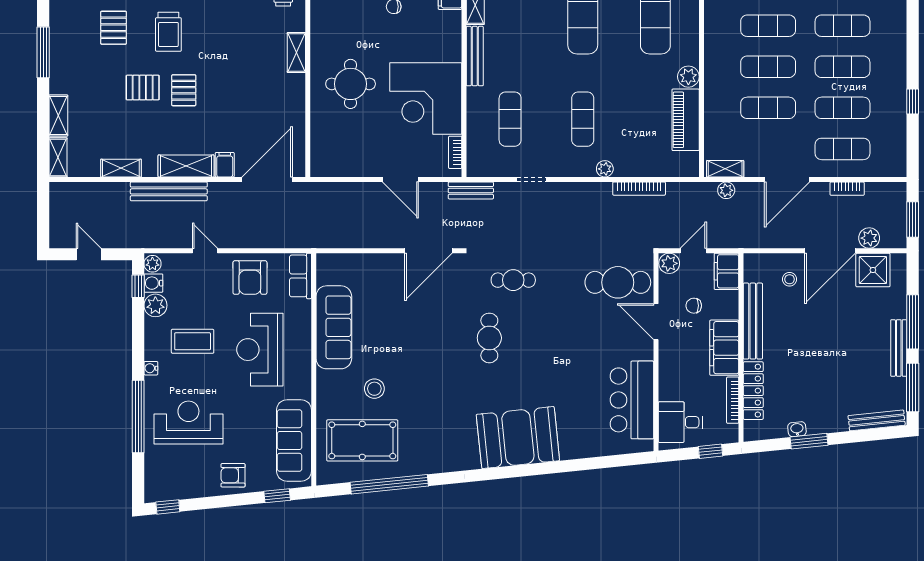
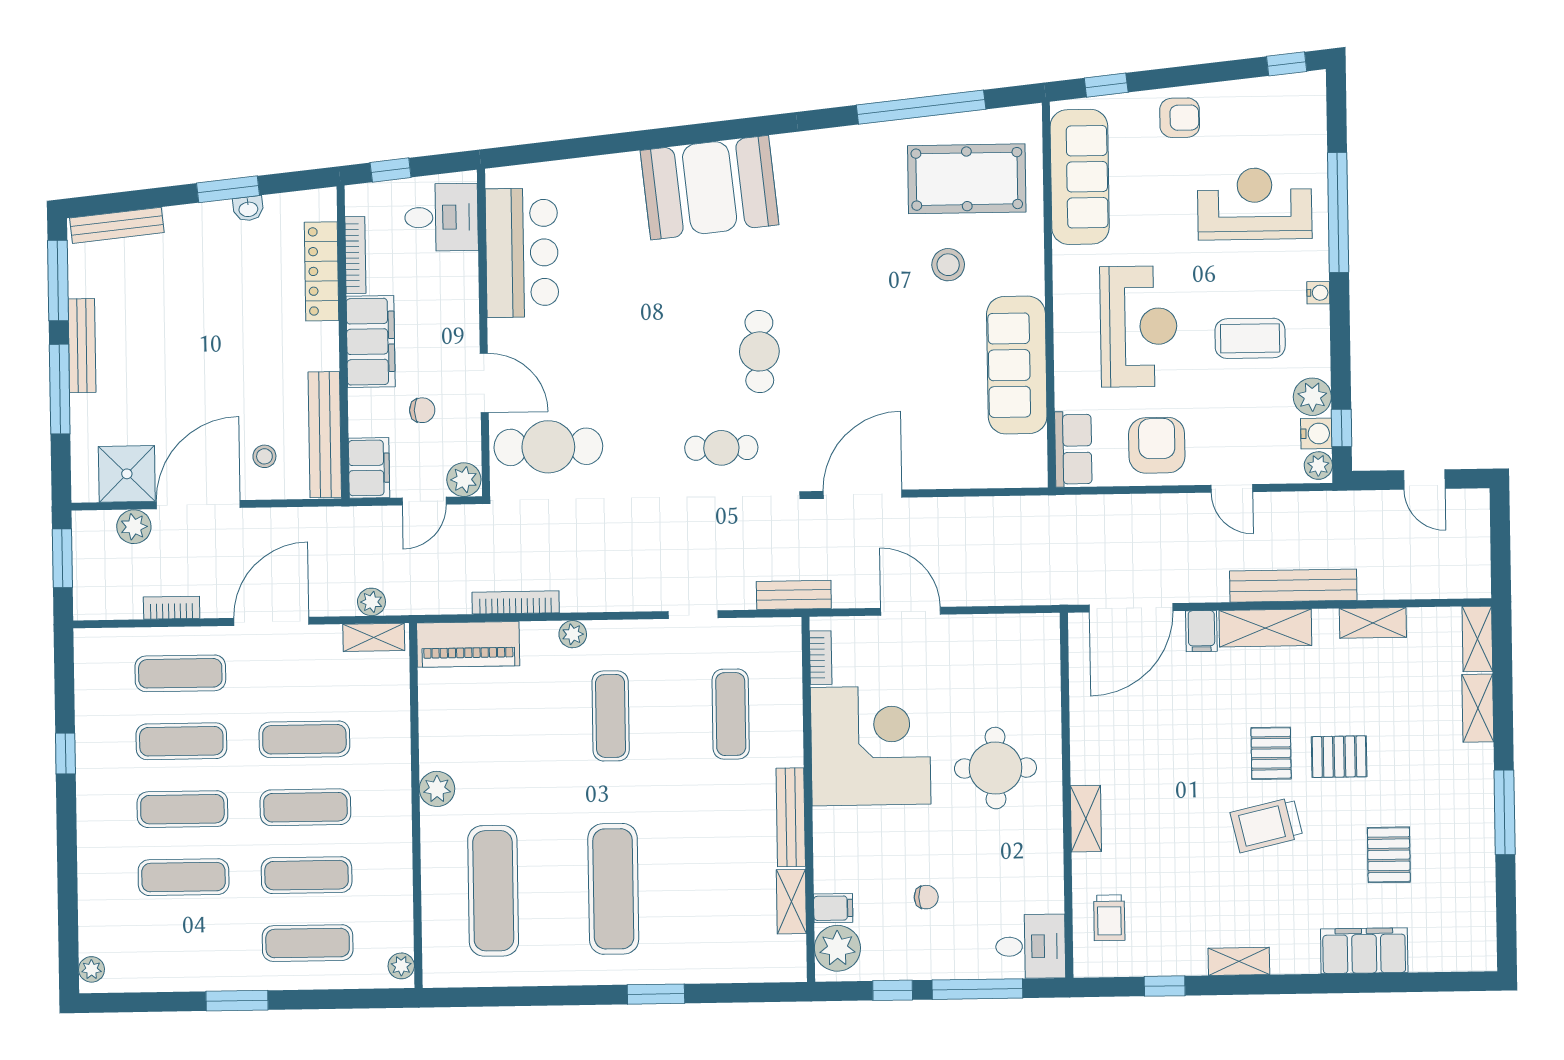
trolley: (168, 32) -> (1267, 825), moved, turned -103
piano: (686, 120) -> (468, 644), moved, turned 90
bench: (753, 321) -> (325, 435), moved
reception desk: (188, 423) -> (1255, 204), turned 180

